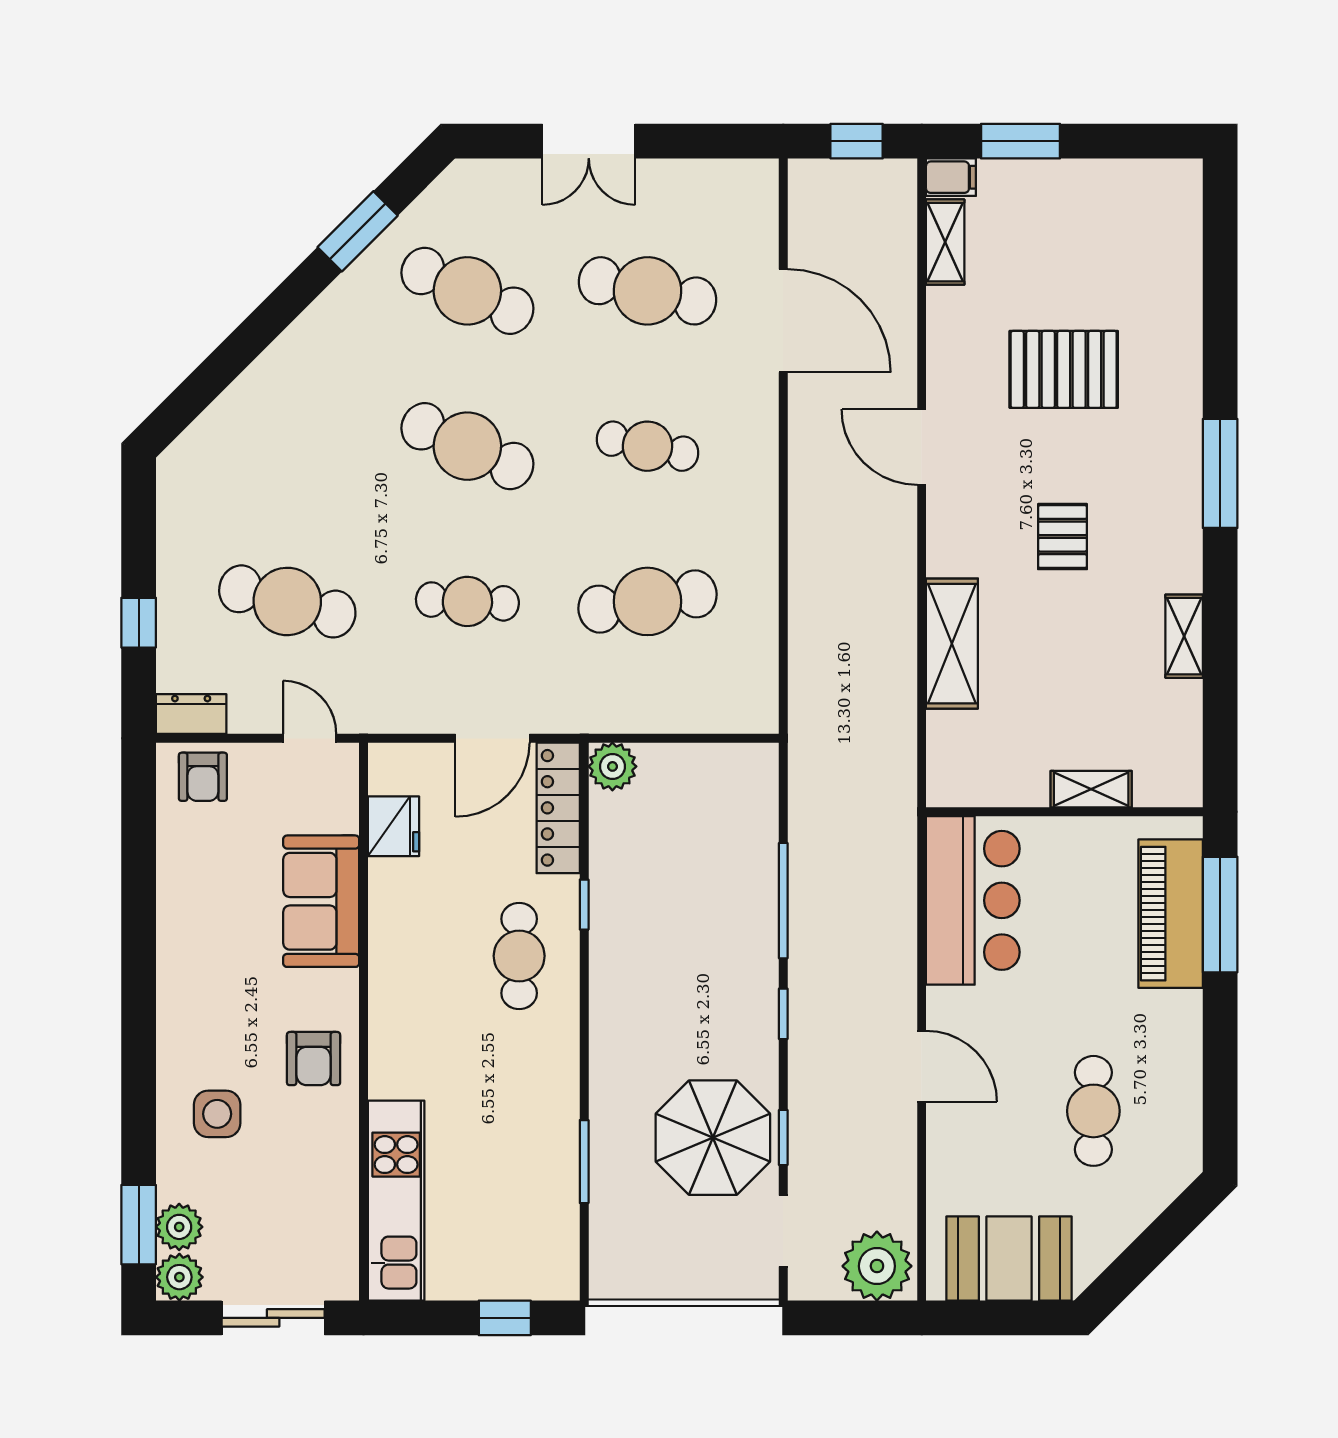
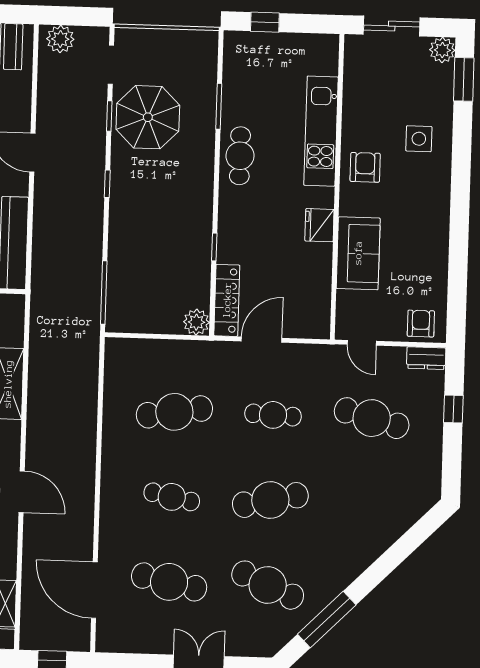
window: (358, 231) -> (327, 620), width x1.44
door: (783, 321) -> (94, 590), moved
cafe table: (467, 446) -> (270, 500), turned -36
fridge: (394, 826) -> (319, 225), moved
window: (783, 901) -> (104, 293), moved
cafe table: (519, 956) -> (240, 156), moved
kitchen unit: (396, 1201) -> (321, 131), moved
plant: (179, 1227) -> (442, 77), removed
plant: (877, 1266) -> (60, 39), width x0.73, depth x0.73

